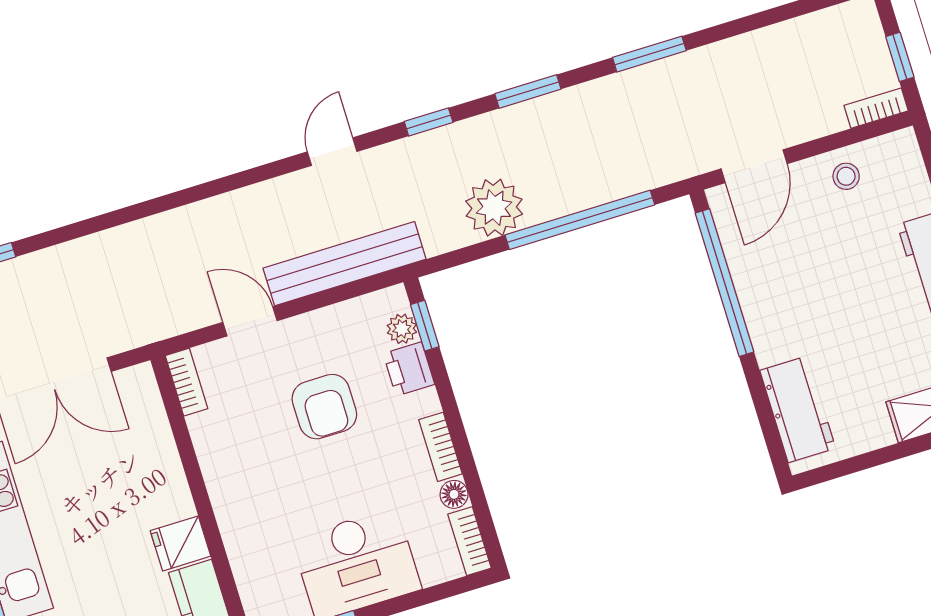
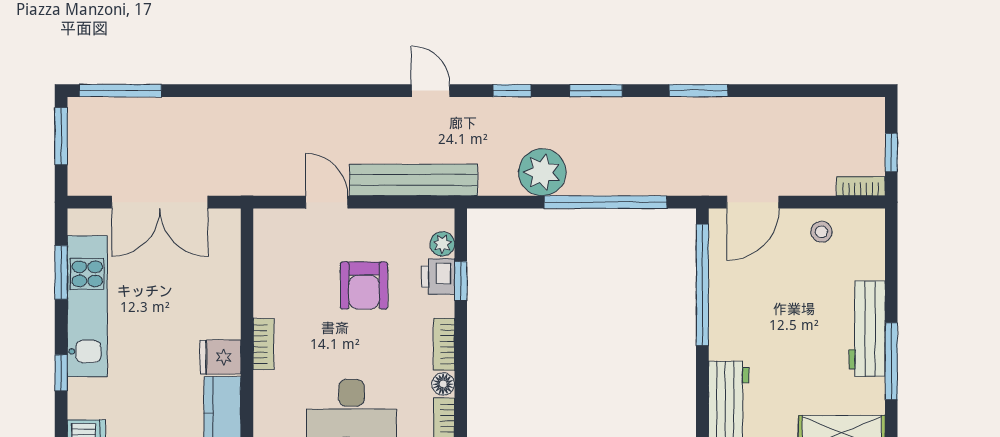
door: (332, 152) -> (431, 91), hinge flipped
window: (425, 326) -> (461, 281), moved
bookcase: (187, 382) -> (263, 344), moved

